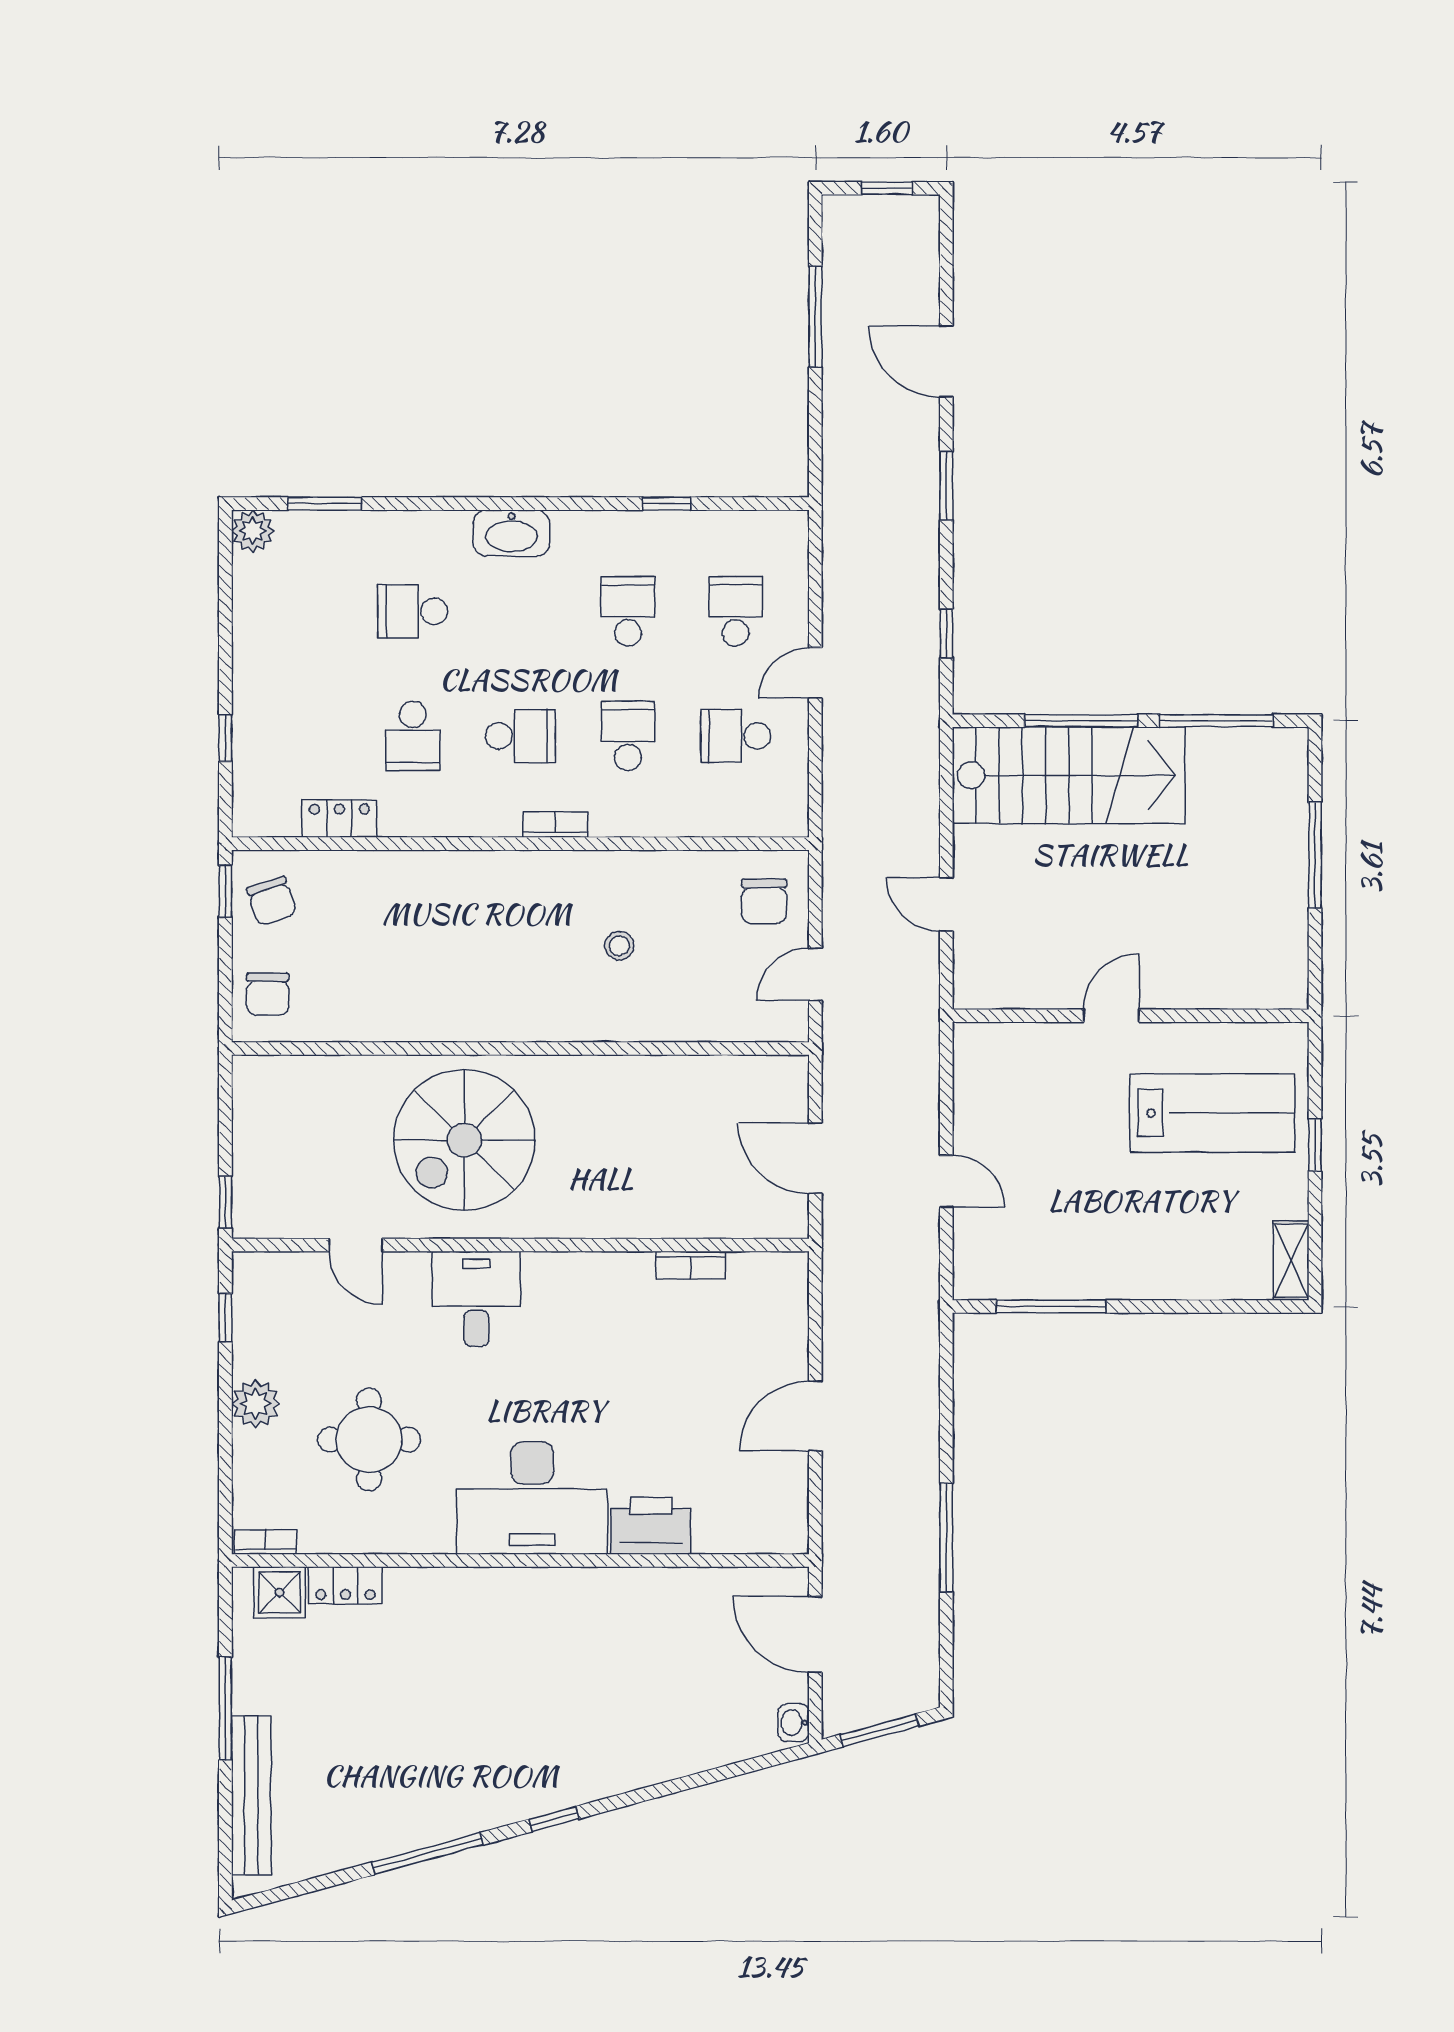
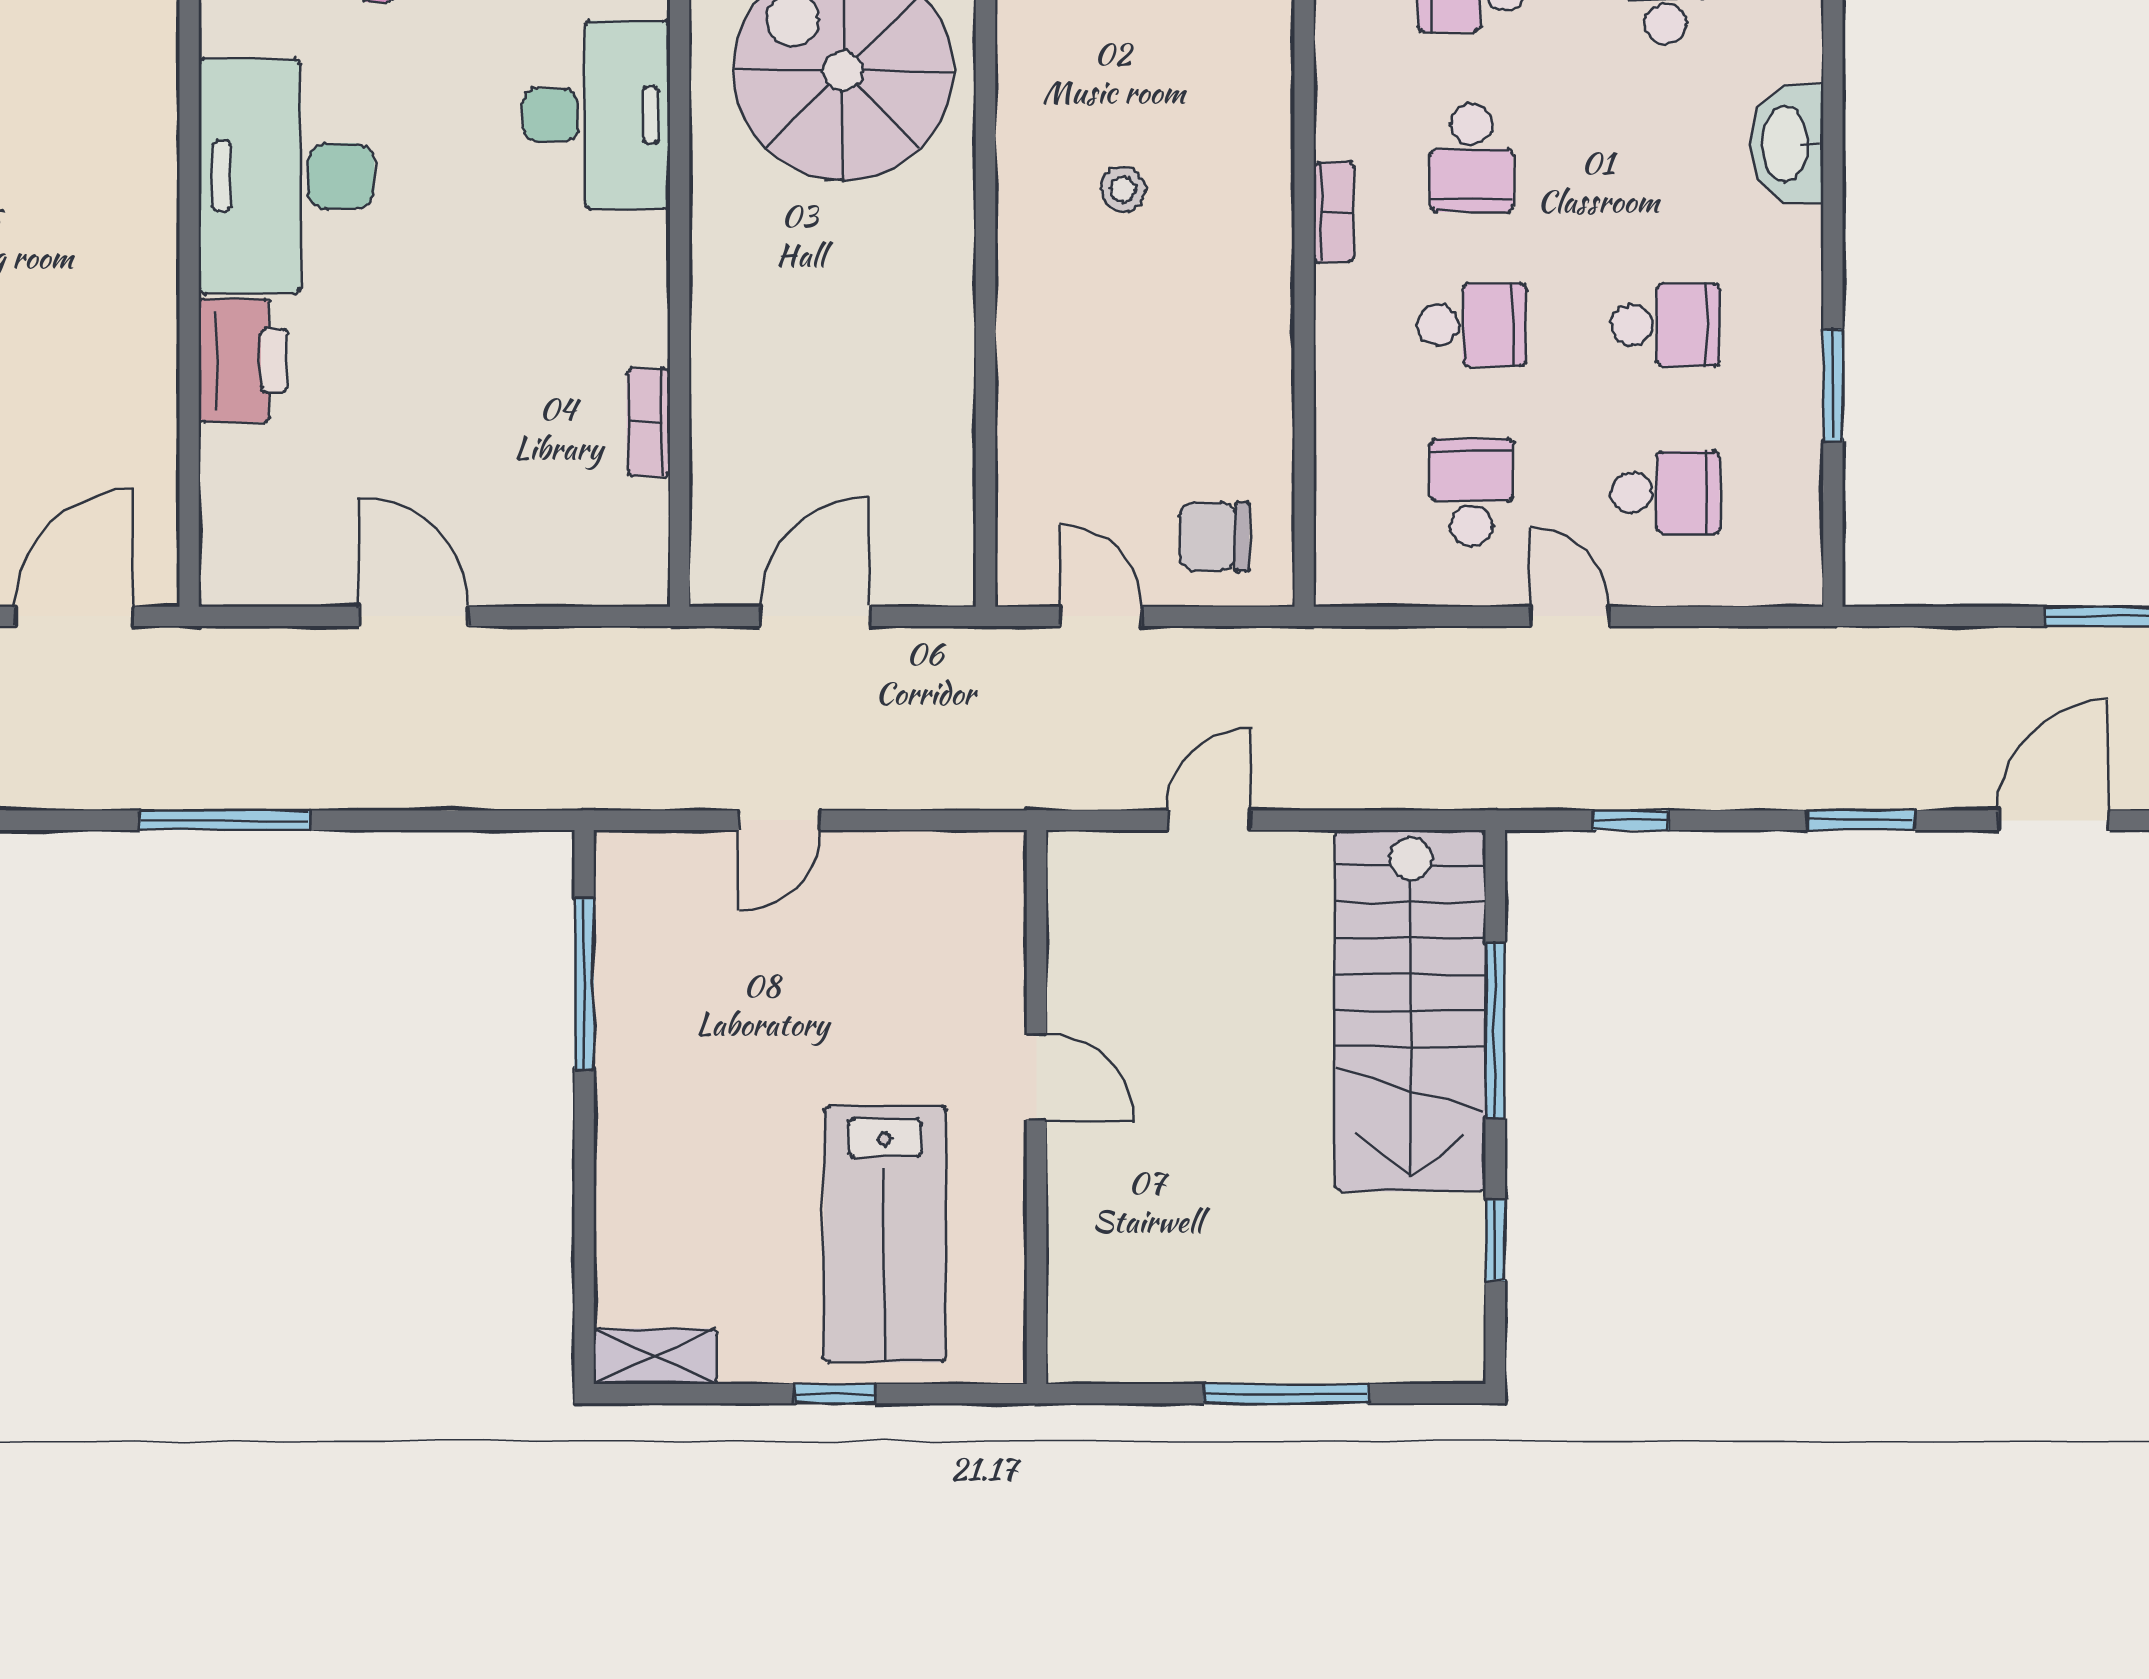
window: (667, 504) -> (1833, 385), width x1.50
window: (1216, 721) -> (1495, 1240), width x0.46
stool: (619, 946) -> (1123, 189), moved
desk: (476, 1299) -> (596, 115), width x1.37

